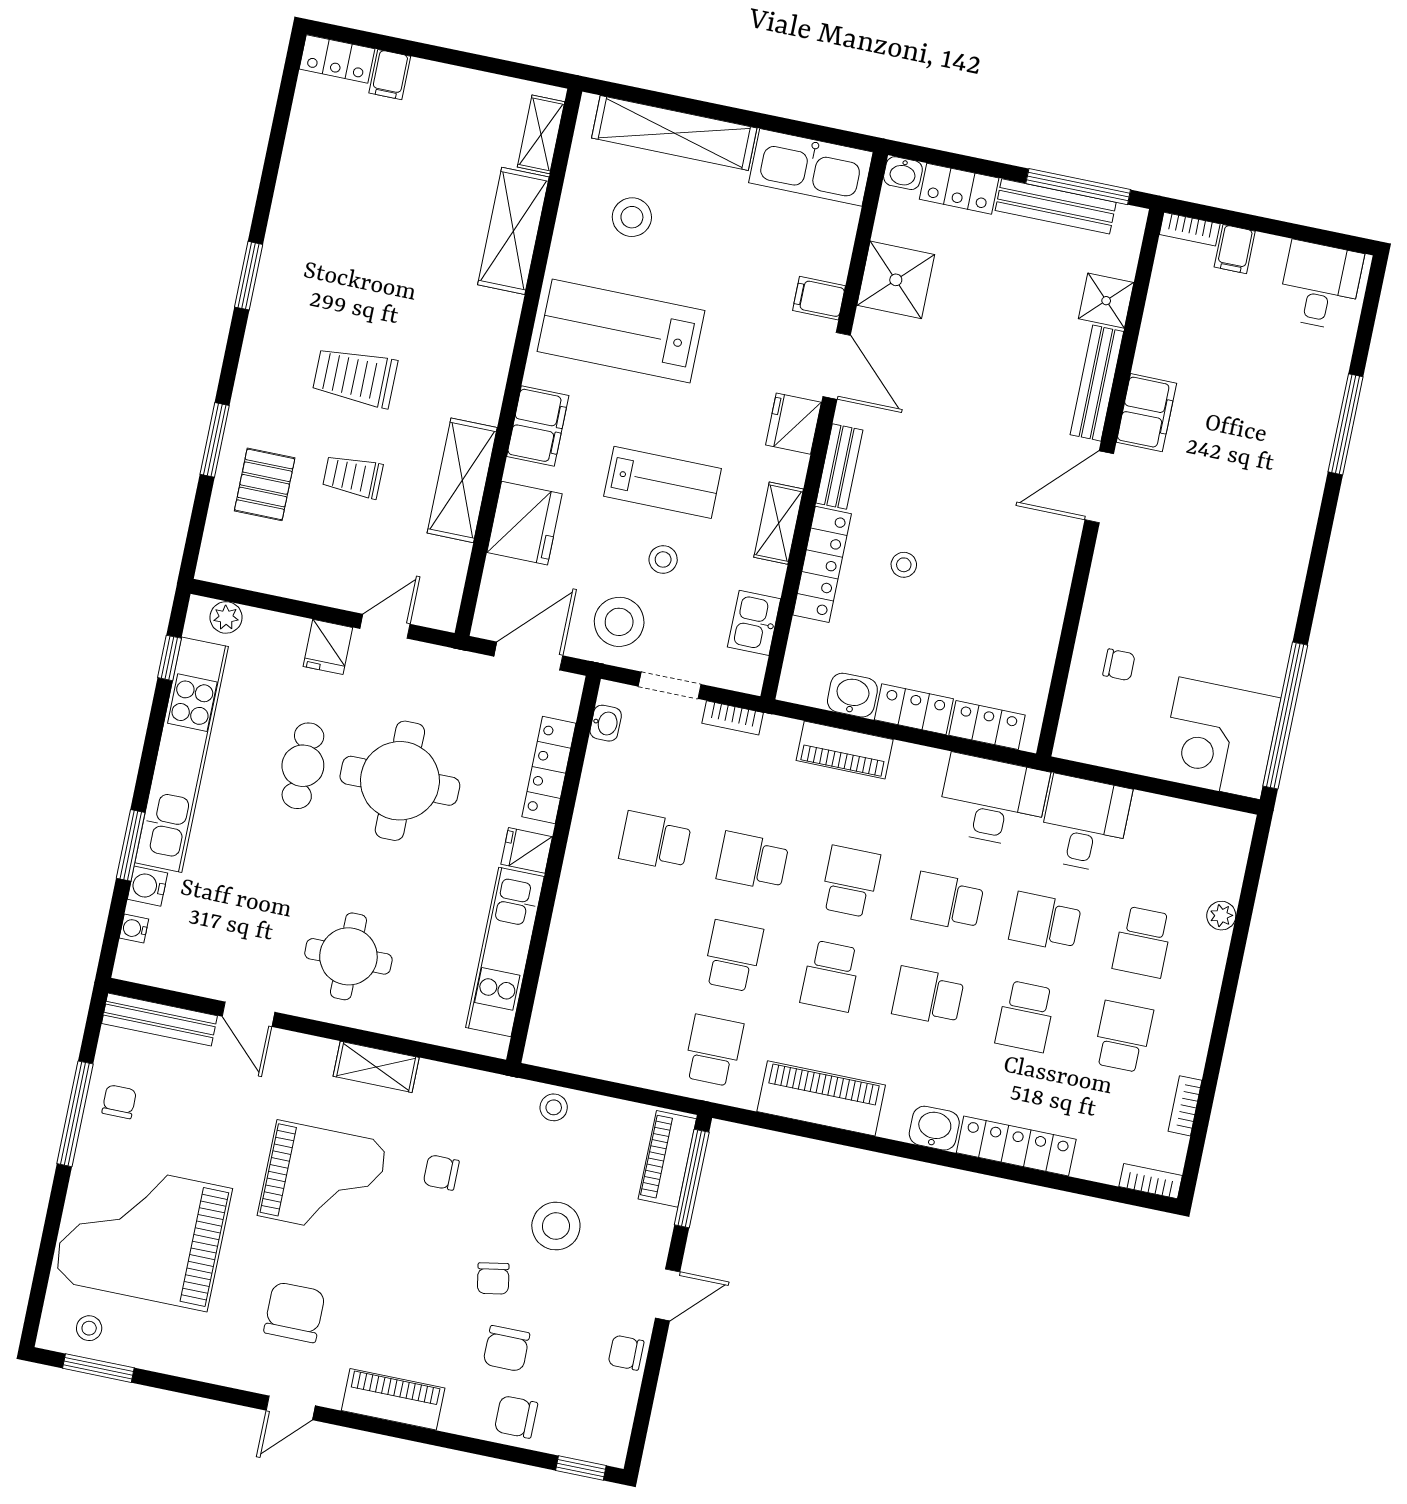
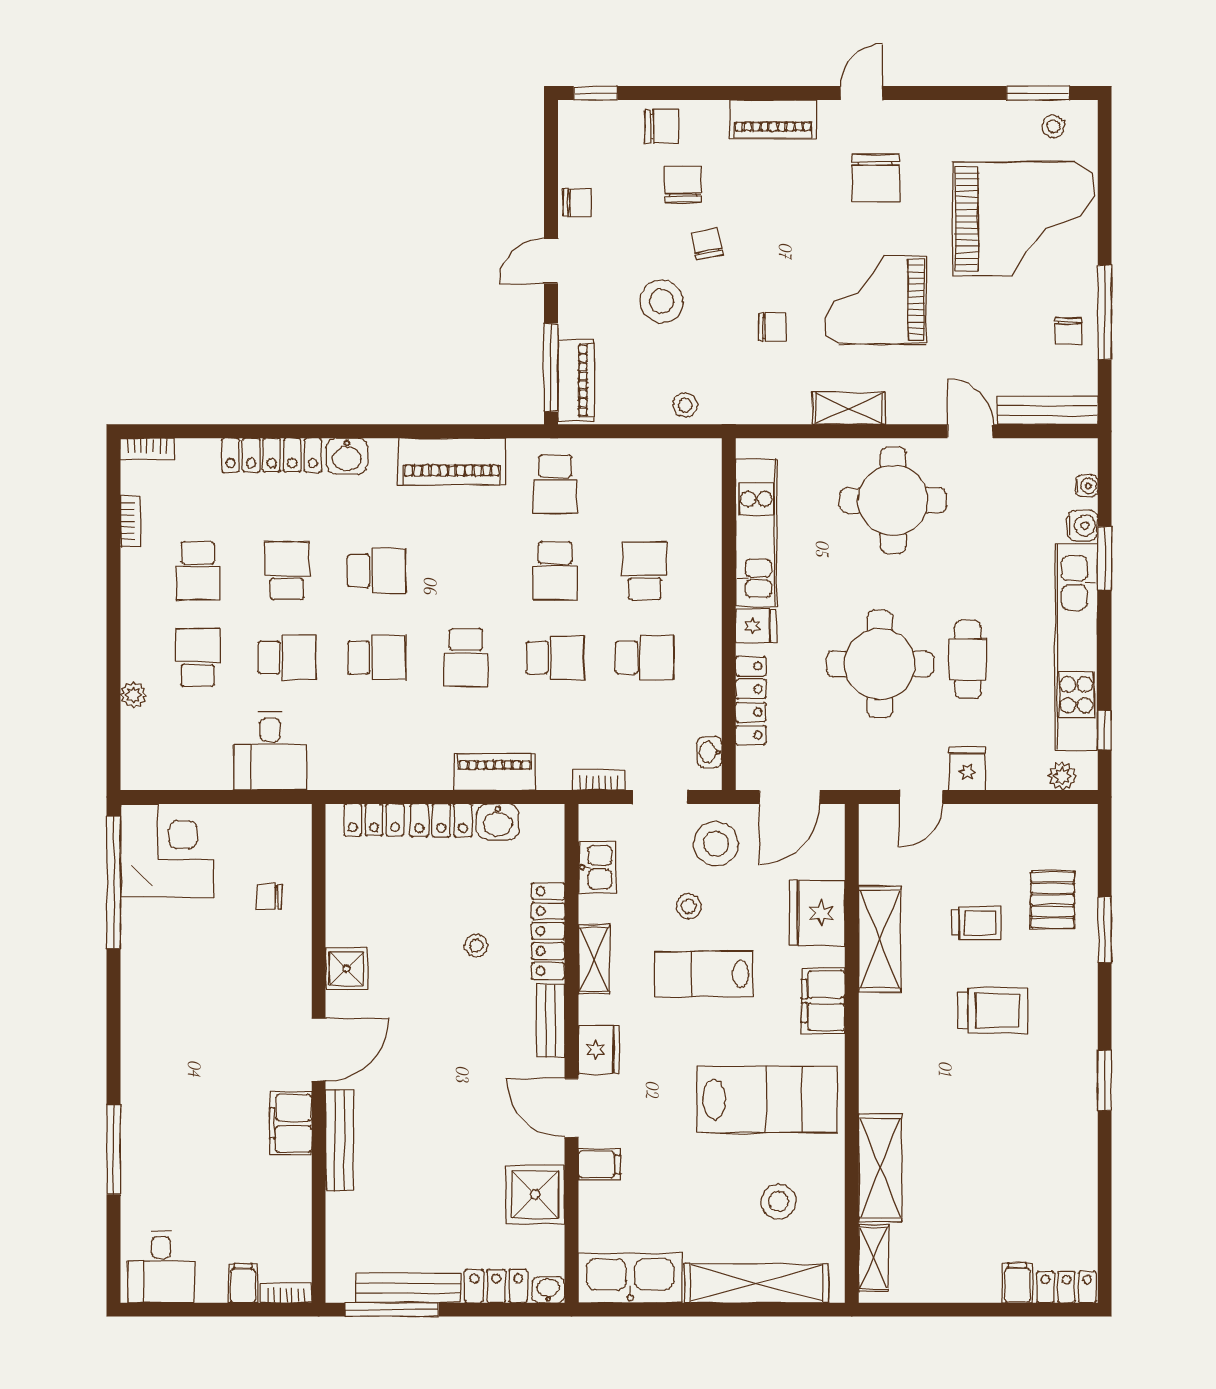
shower: (1106, 301) -> (347, 969), moved
desk: (993, 801) -> (355, 754), removed
round table: (348, 956) -> (893, 500), width x1.36, depth x1.36
school desk: (831, 976) -> (645, 571), moved

